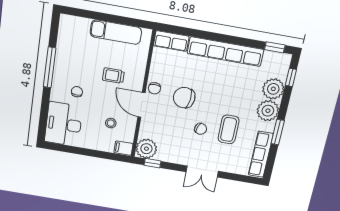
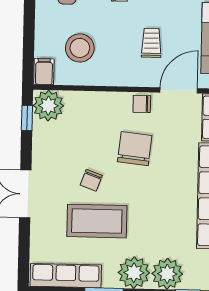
door: (141, 105) -> (179, 90), moved
stool: (111, 123) -> (80, 48), width x1.89, depth x1.89
coffee table: (229, 129) -> (97, 221), width x1.36, depth x1.32

